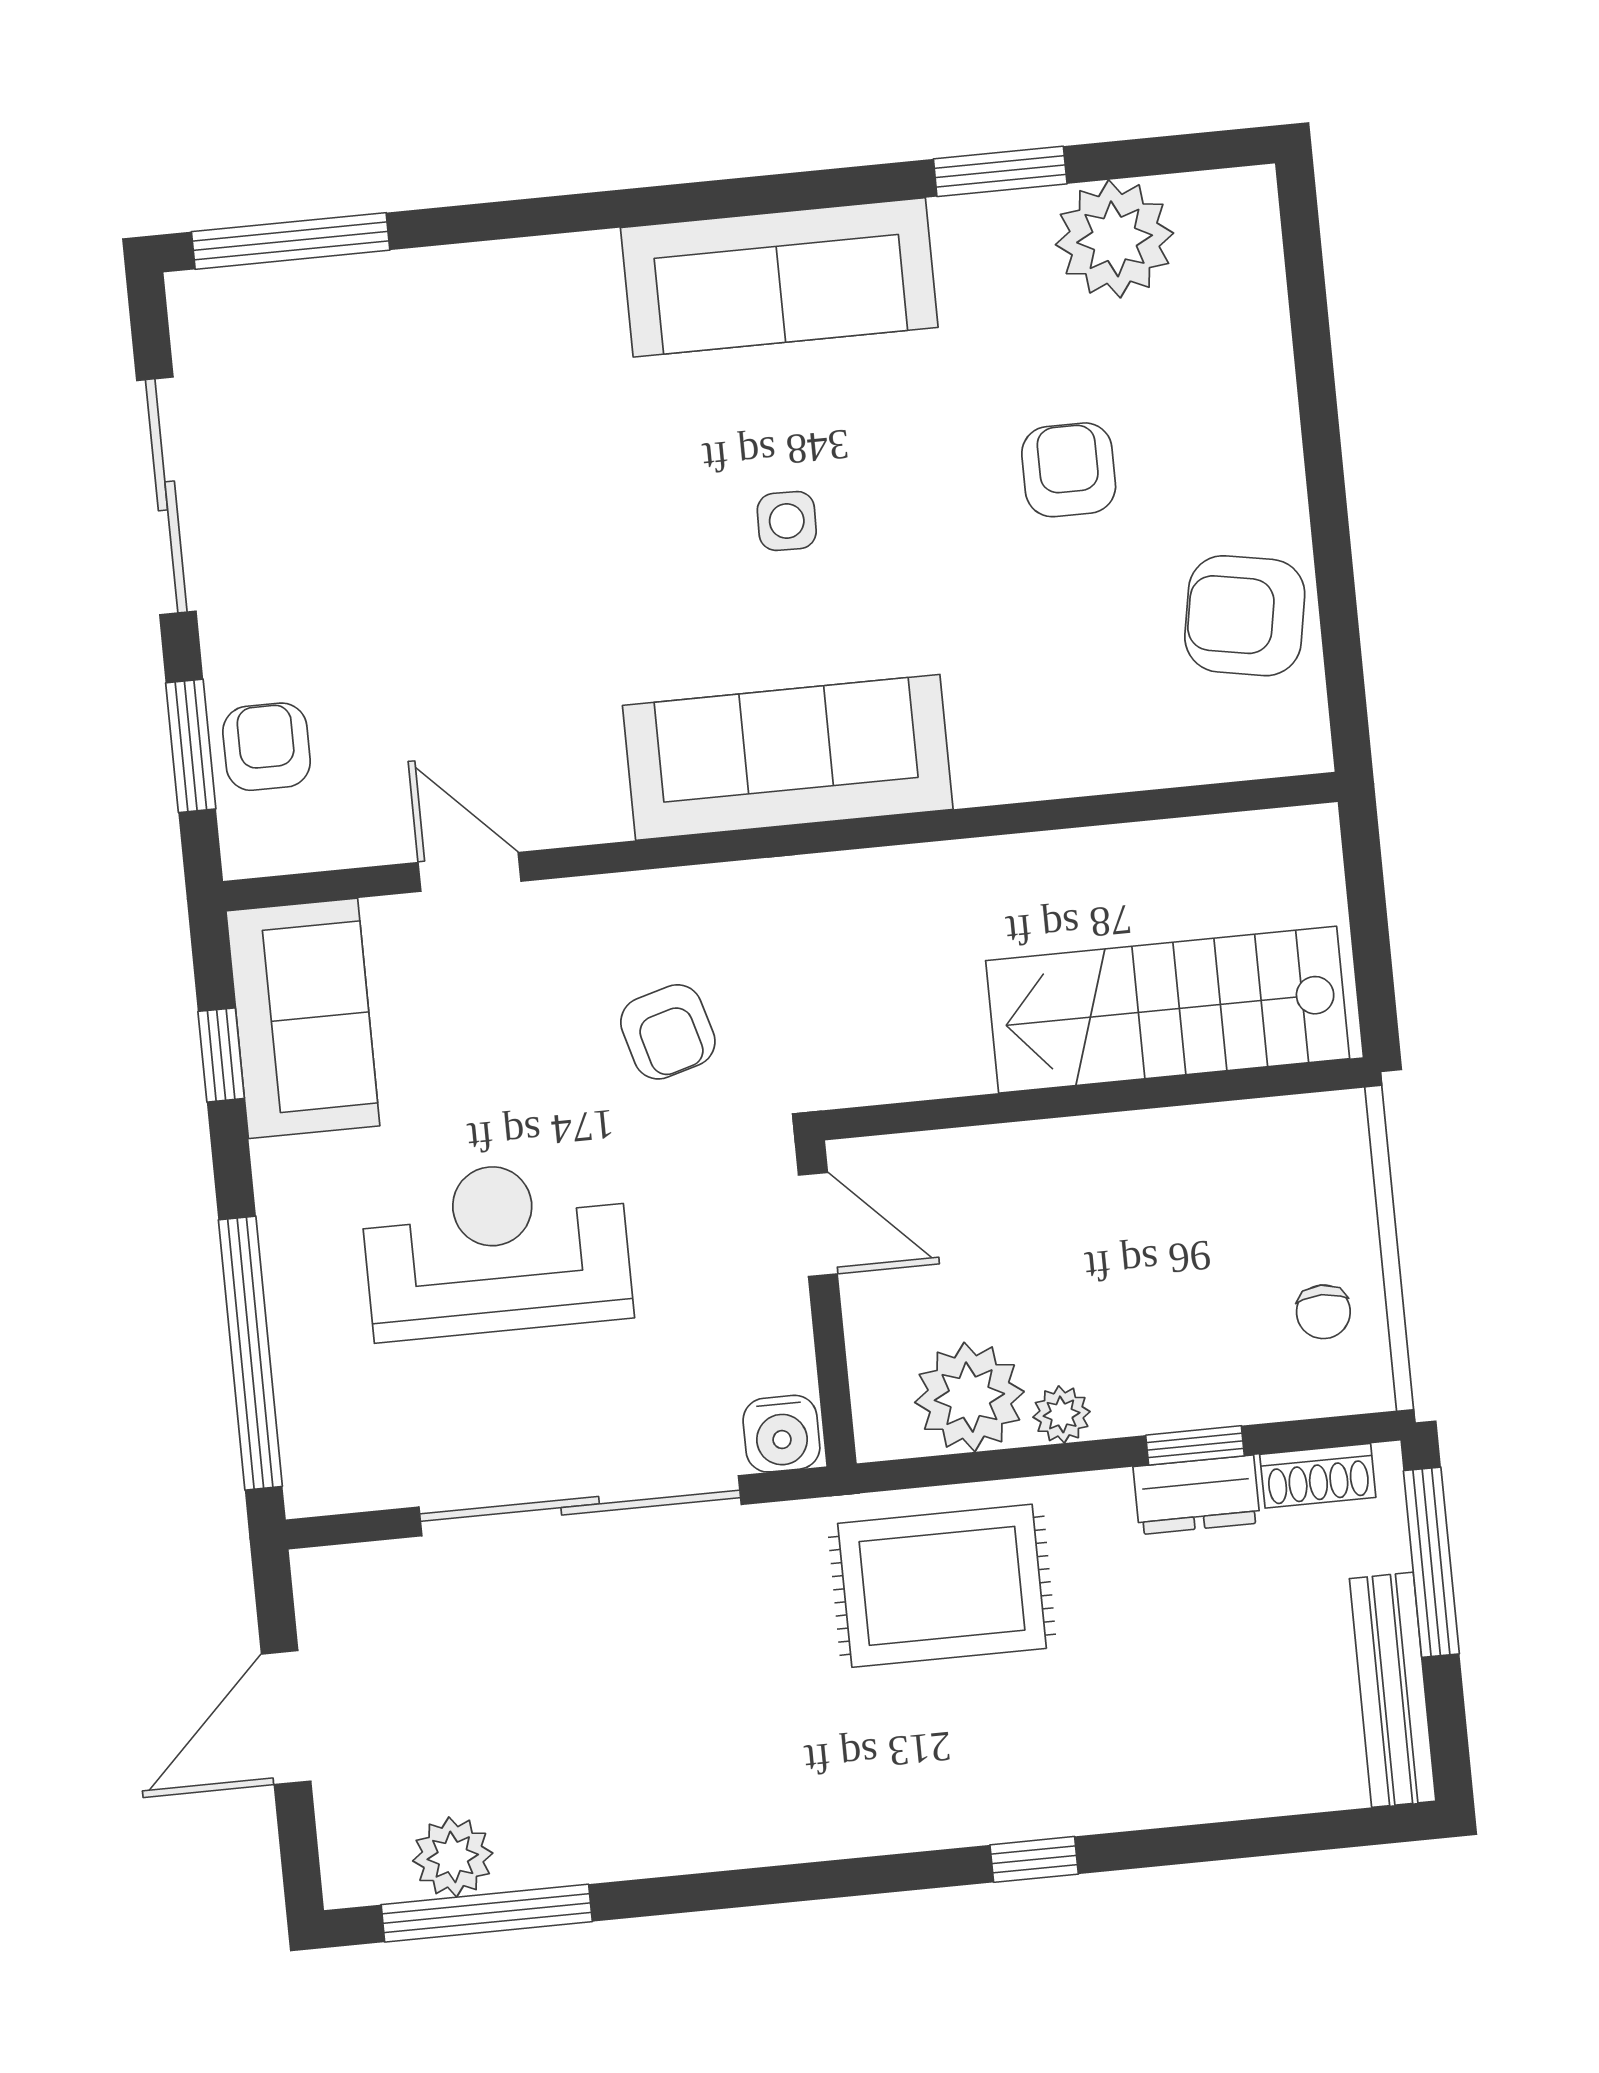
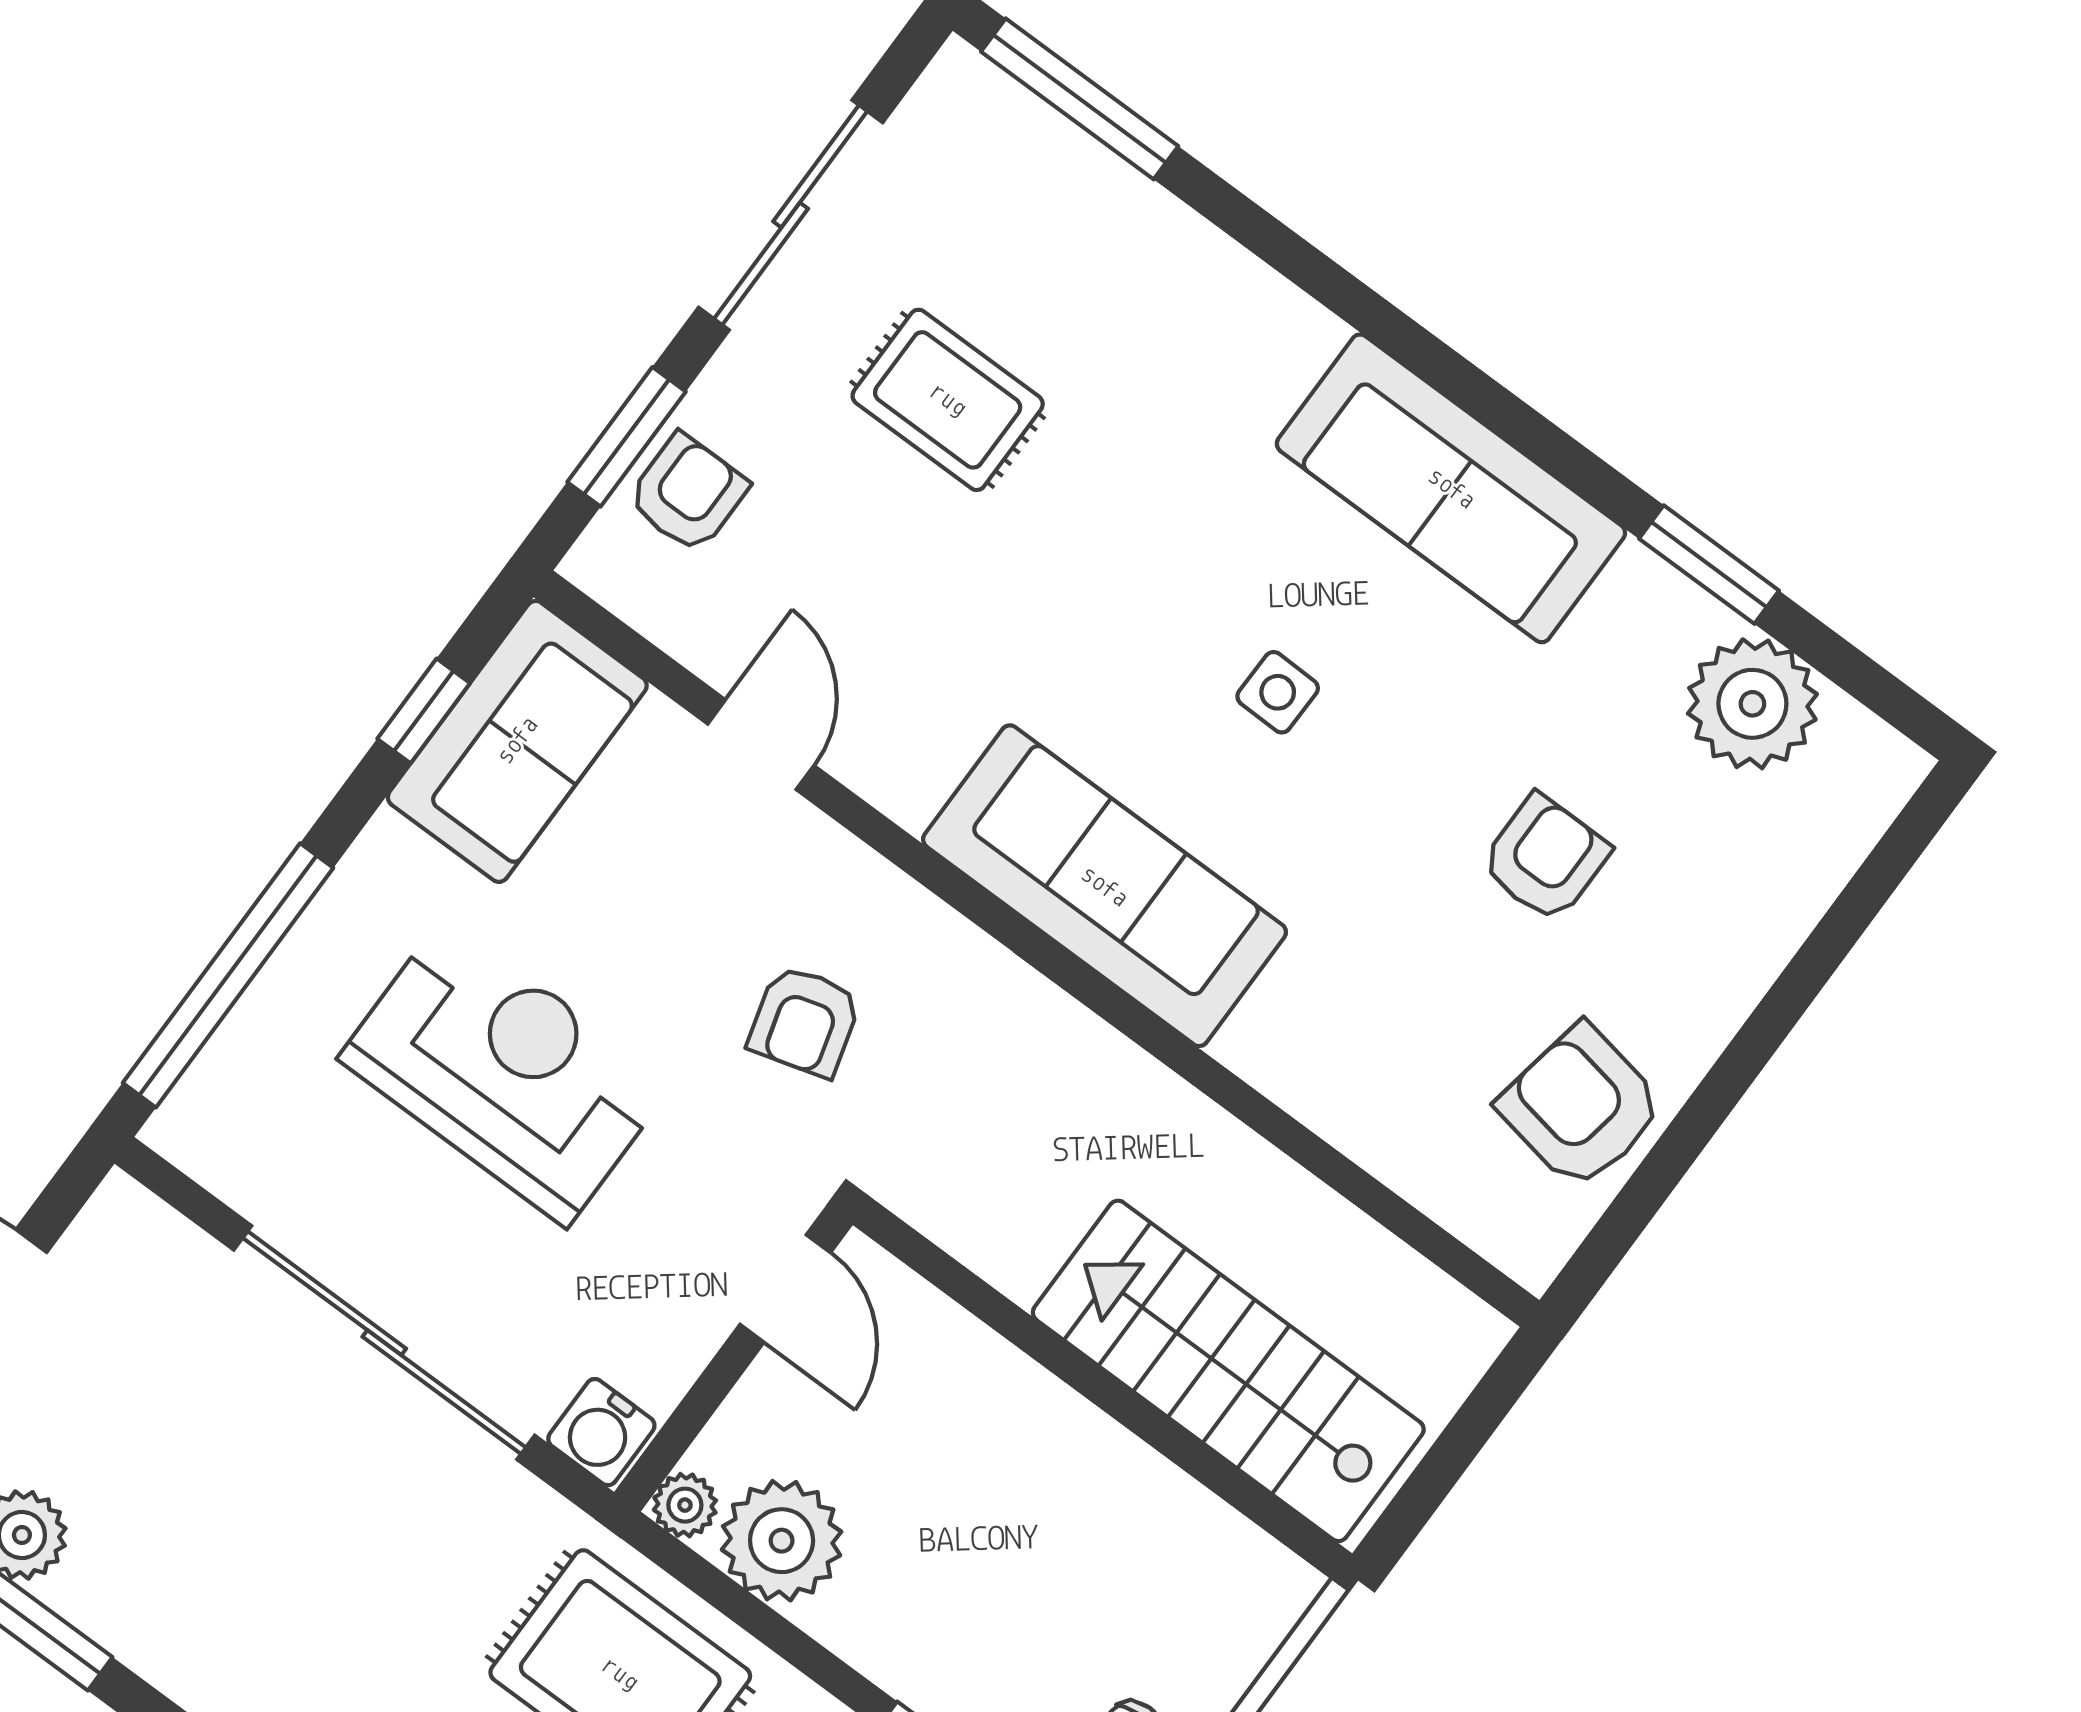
rug: (385, 525) -> (948, 400), added
plant: (1062, 1414) -> (685, 1505), moved

